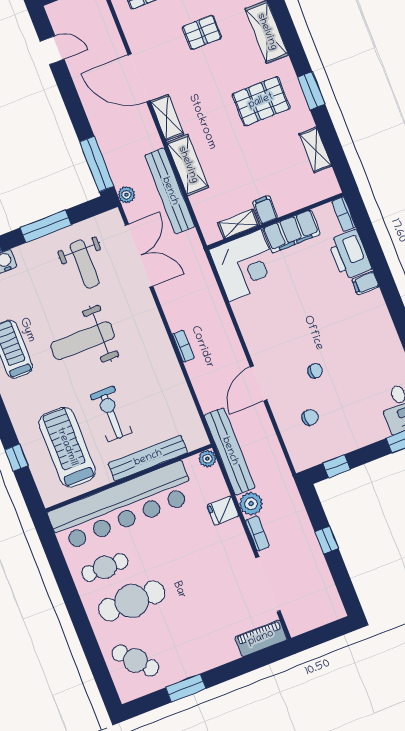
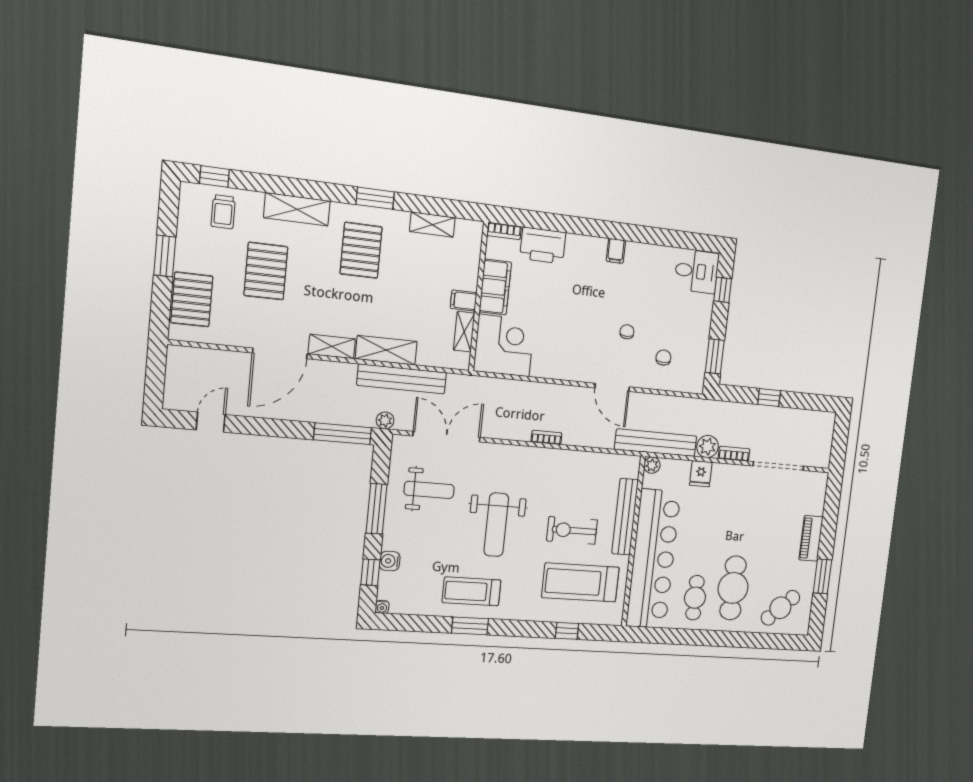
pallet: (202, 32) -> (266, 271), width x1.50, depth x1.42
filing cabinet: (365, 283) -> (616, 251), moved
window: (337, 466) -> (715, 356), width x1.50
piano: (261, 638) -> (811, 538), moved

